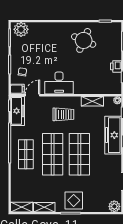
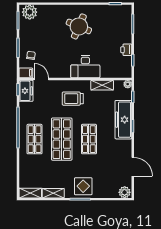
round table: (84, 40) -> (79, 26), moved
desk: (59, 83) -> (85, 67), moved
door: (33, 95) -> (41, 79), hinge flipped
freezer: (17, 111) -> (26, 91), width x0.71
trolley: (63, 114) -> (73, 99), turned 180
shop shelf: (79, 154) -> (89, 139), width x0.70, depth x0.74

